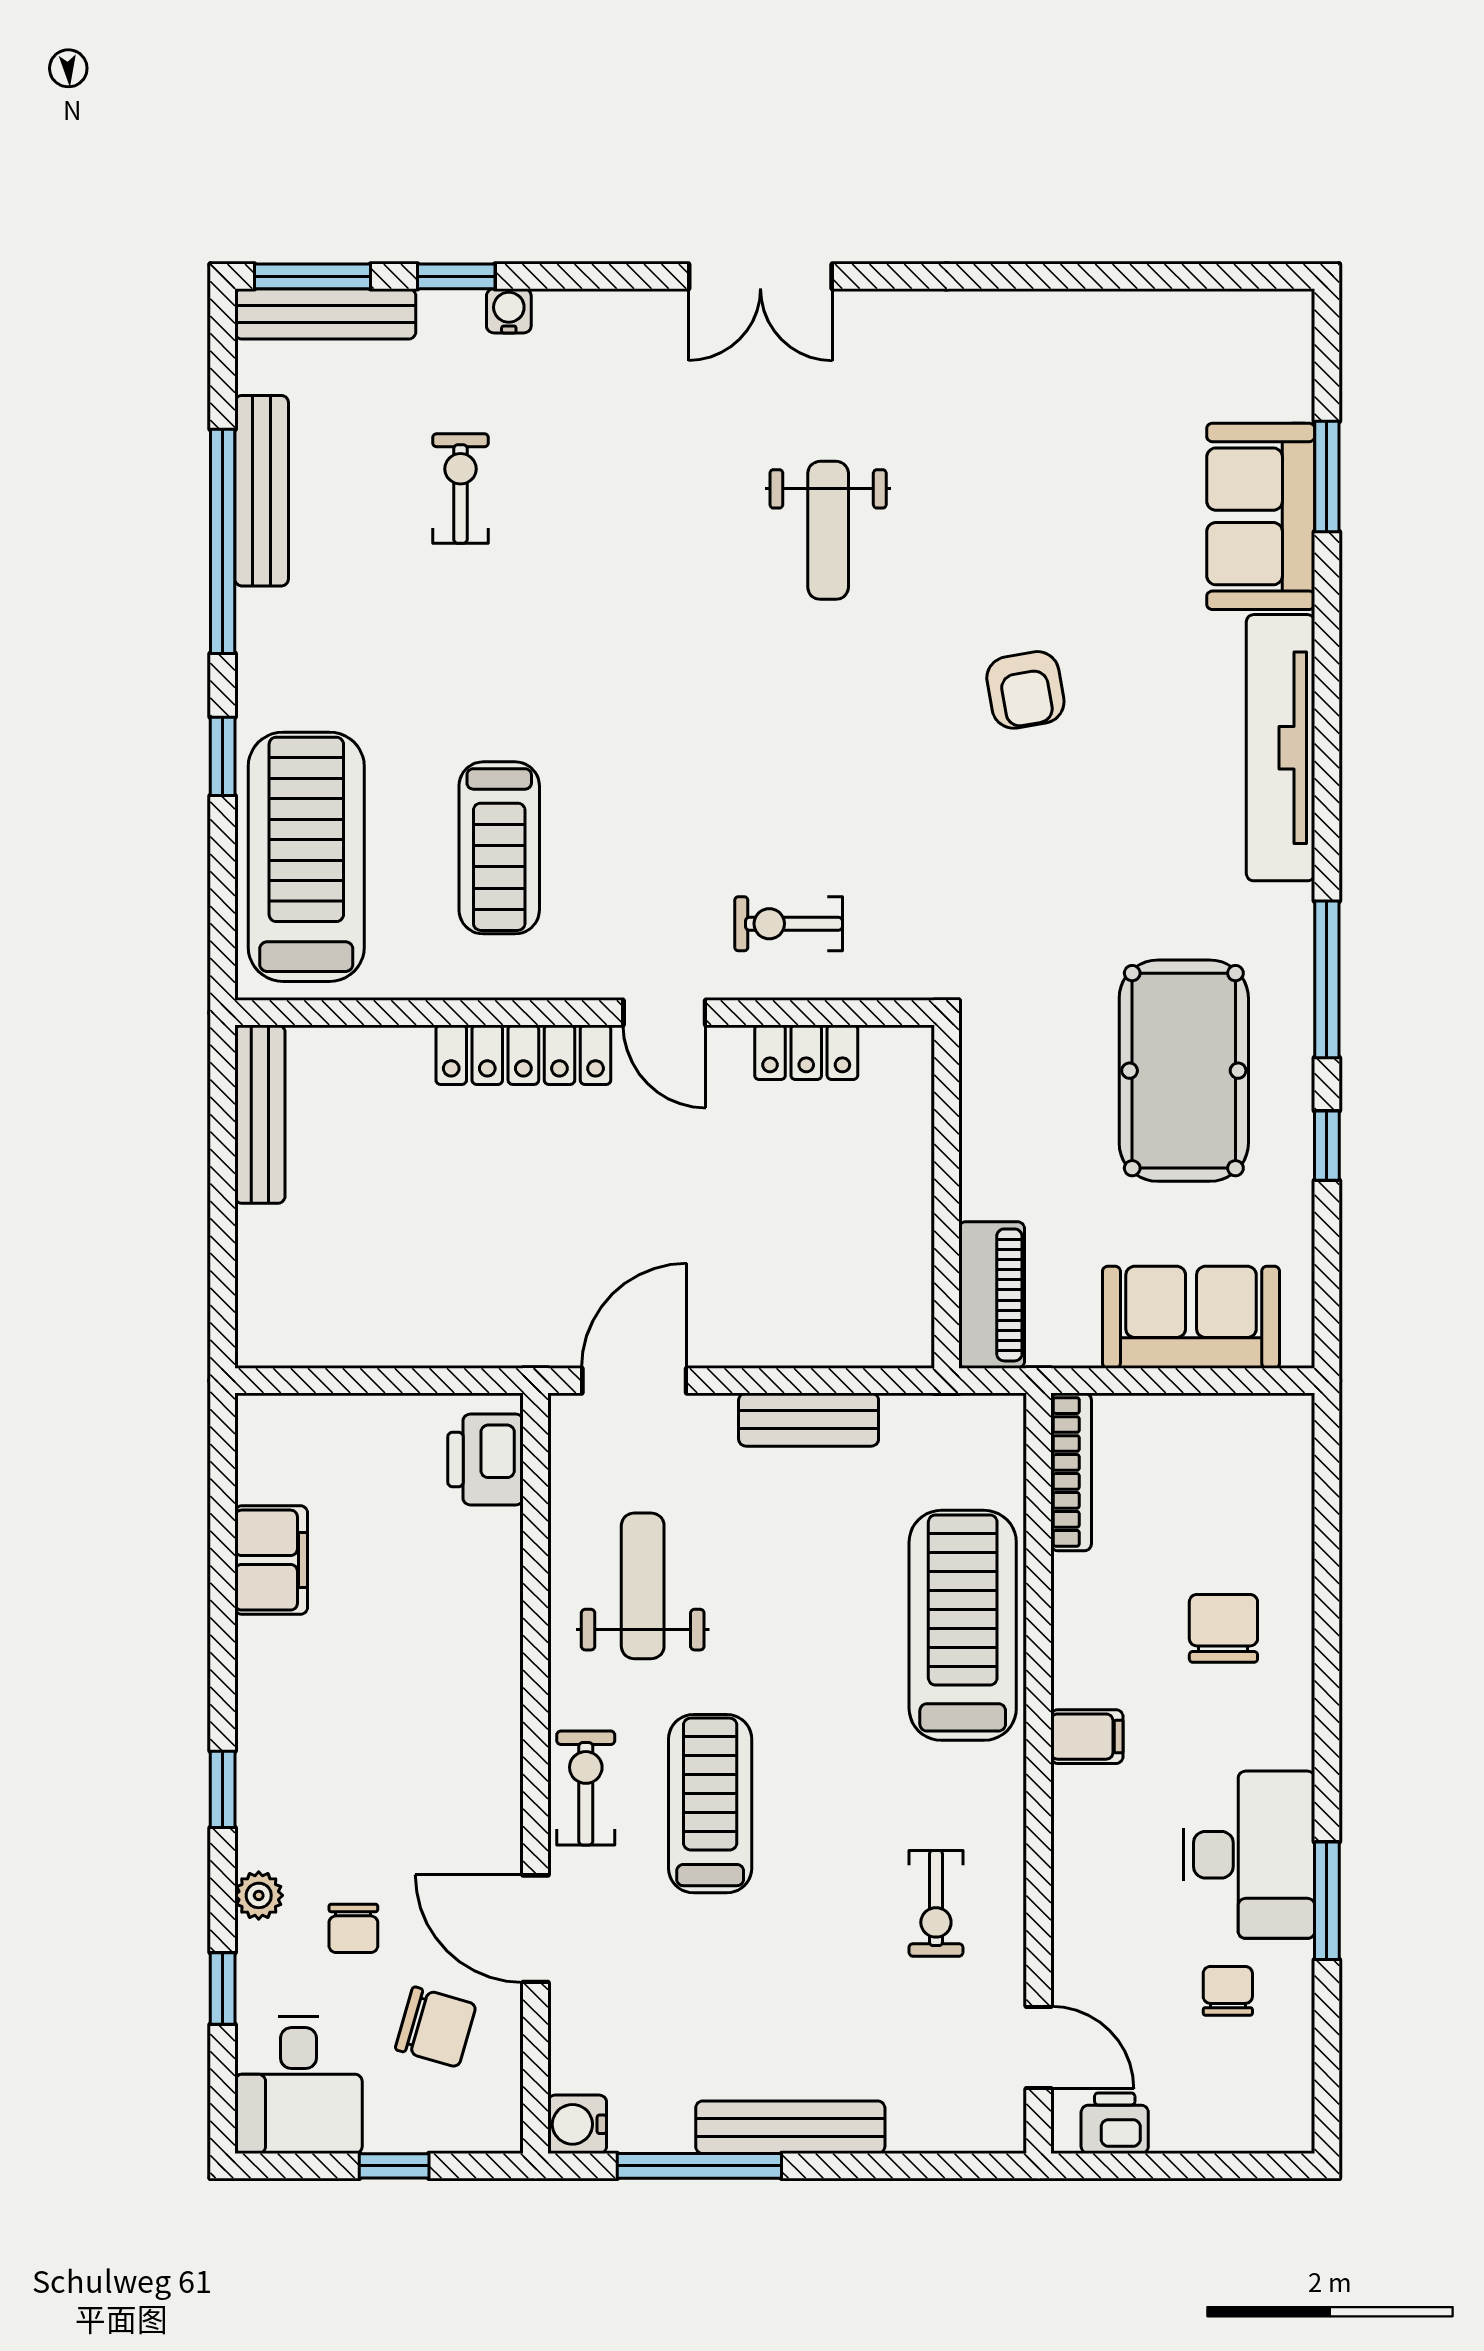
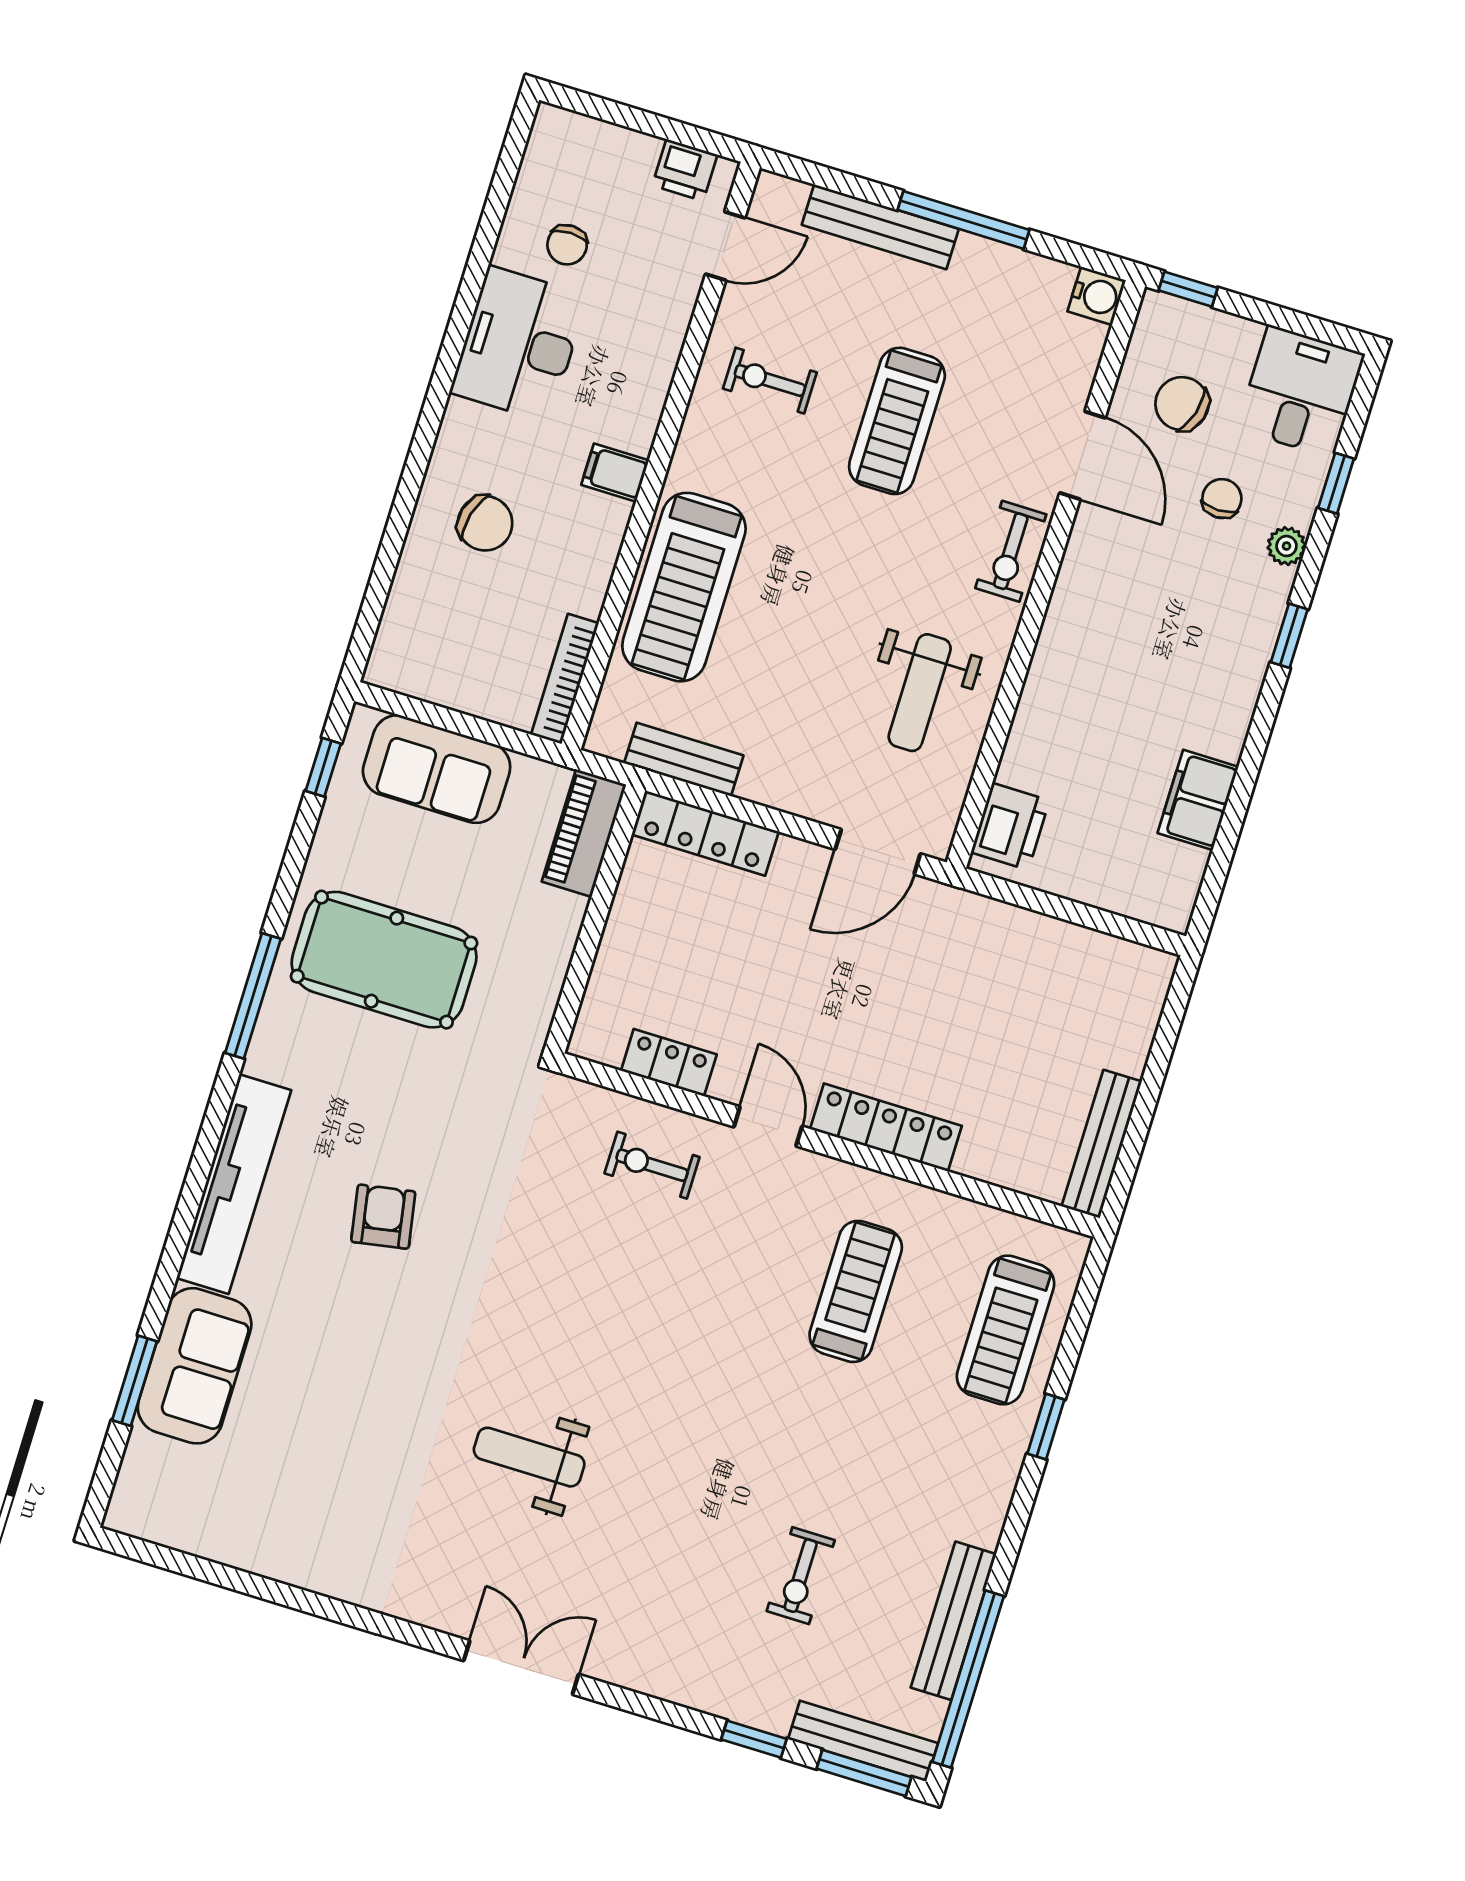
water cooler: (509, 311) -> (722, 1700), removed
weight bench: (828, 530) -> (529, 1457), turned -90
window: (223, 541) -> (968, 1679), moved
armchair: (1025, 690) -> (383, 1217), moved
treadmill: (306, 857) -> (1005, 1330), width x0.73, depth x0.73
exercise bike: (789, 924) -> (652, 1165), turned 180
pool table: (1184, 1071) -> (384, 960), turned 90
window: (1327, 1146) -> (323, 767), moved
locker: (847, 1339) -> (705, 833), added
bench: (809, 1420) -> (684, 759), moved
chair: (1223, 1628) -> (485, 523), turned -75
treadmill: (710, 1804) -> (897, 421), moved
window: (1327, 1901) -> (470, 290), removed
exercise bike: (936, 1903) -> (770, 381), turned -90
door: (1039, 2047) -> (725, 246), swing flipped
bench: (790, 2127) -> (880, 227), moved
window: (394, 2166) -> (1188, 289), moved
window: (699, 2166) -> (963, 220), moved

